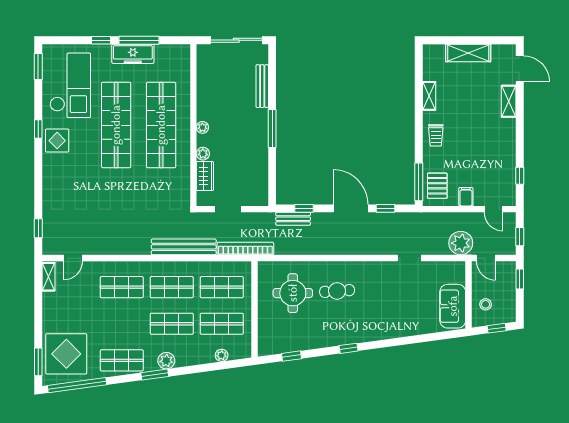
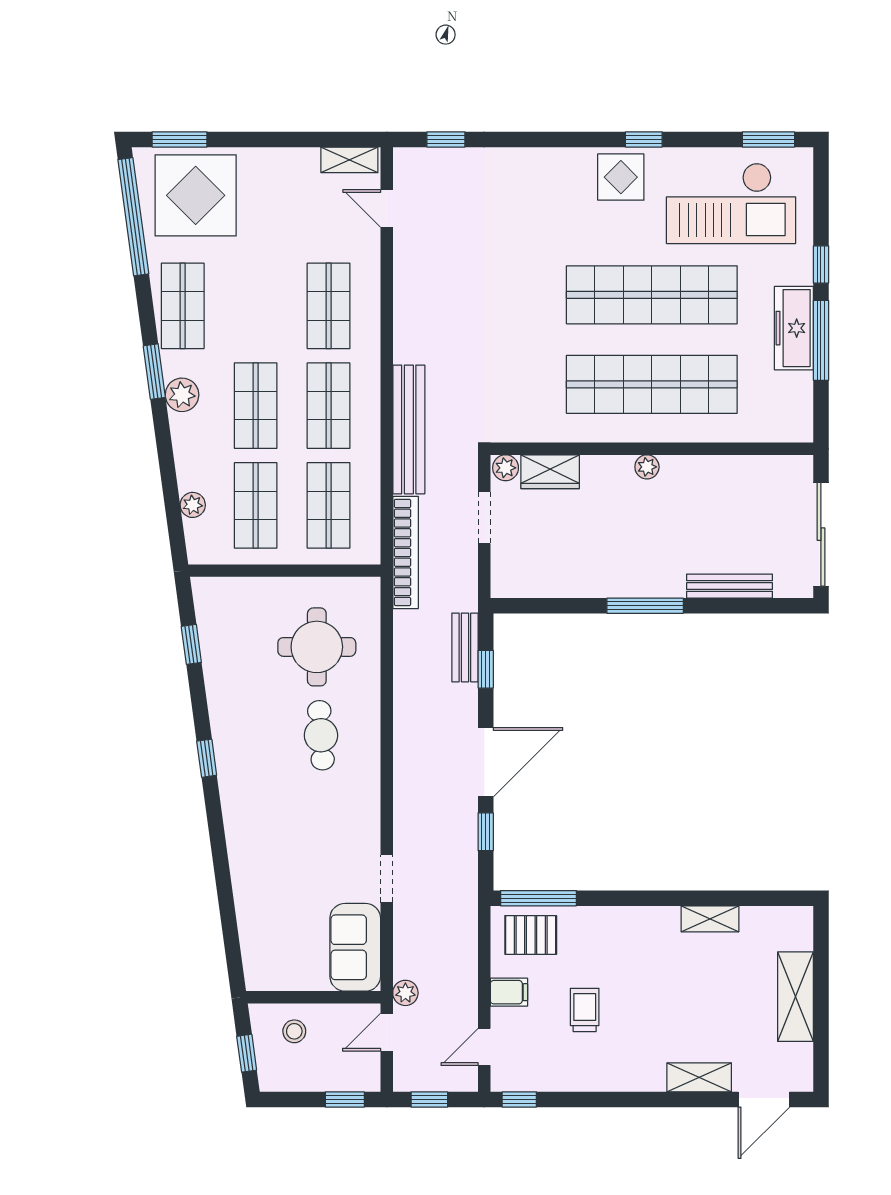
trolley: (436, 135) -> (585, 1010), moved, turned 90
plant: (203, 154) -> (506, 468), moved
window: (520, 176) -> (519, 1099), moved
plant: (461, 243) -> (405, 993), width x0.53, depth x0.53
sofa: (453, 306) -> (355, 947), moved, turned -90

